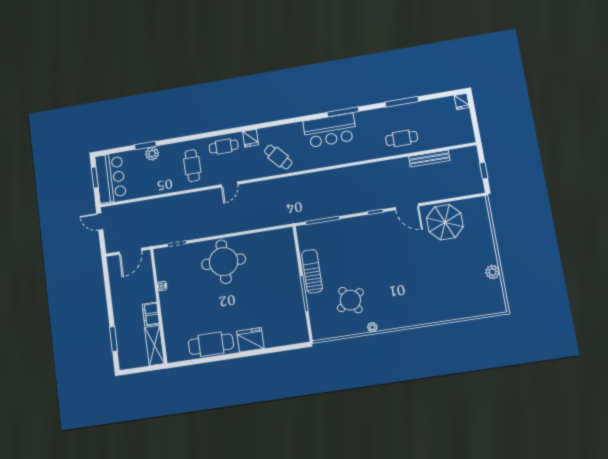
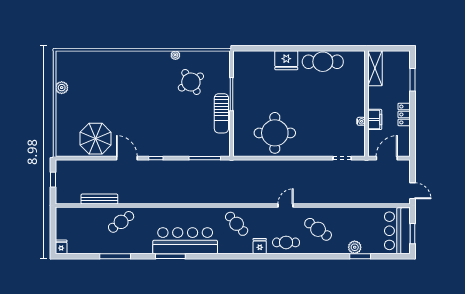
bar counter: (330, 130) -> (185, 241), width x1.36
cafe table: (402, 138) -> (121, 222), turned -36
cafe table: (192, 166) -> (318, 229), turned -54
round table: (224, 262) -> (275, 133), moved
locker: (118, 300) -> (404, 114), added
filing cabinet: (151, 314) -> (375, 119), moved

